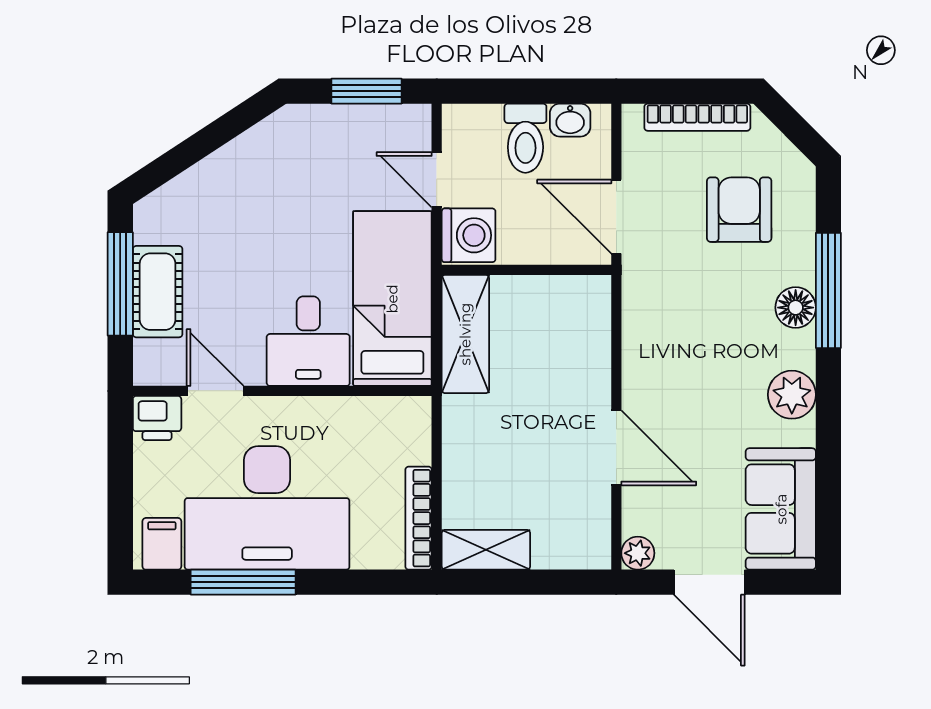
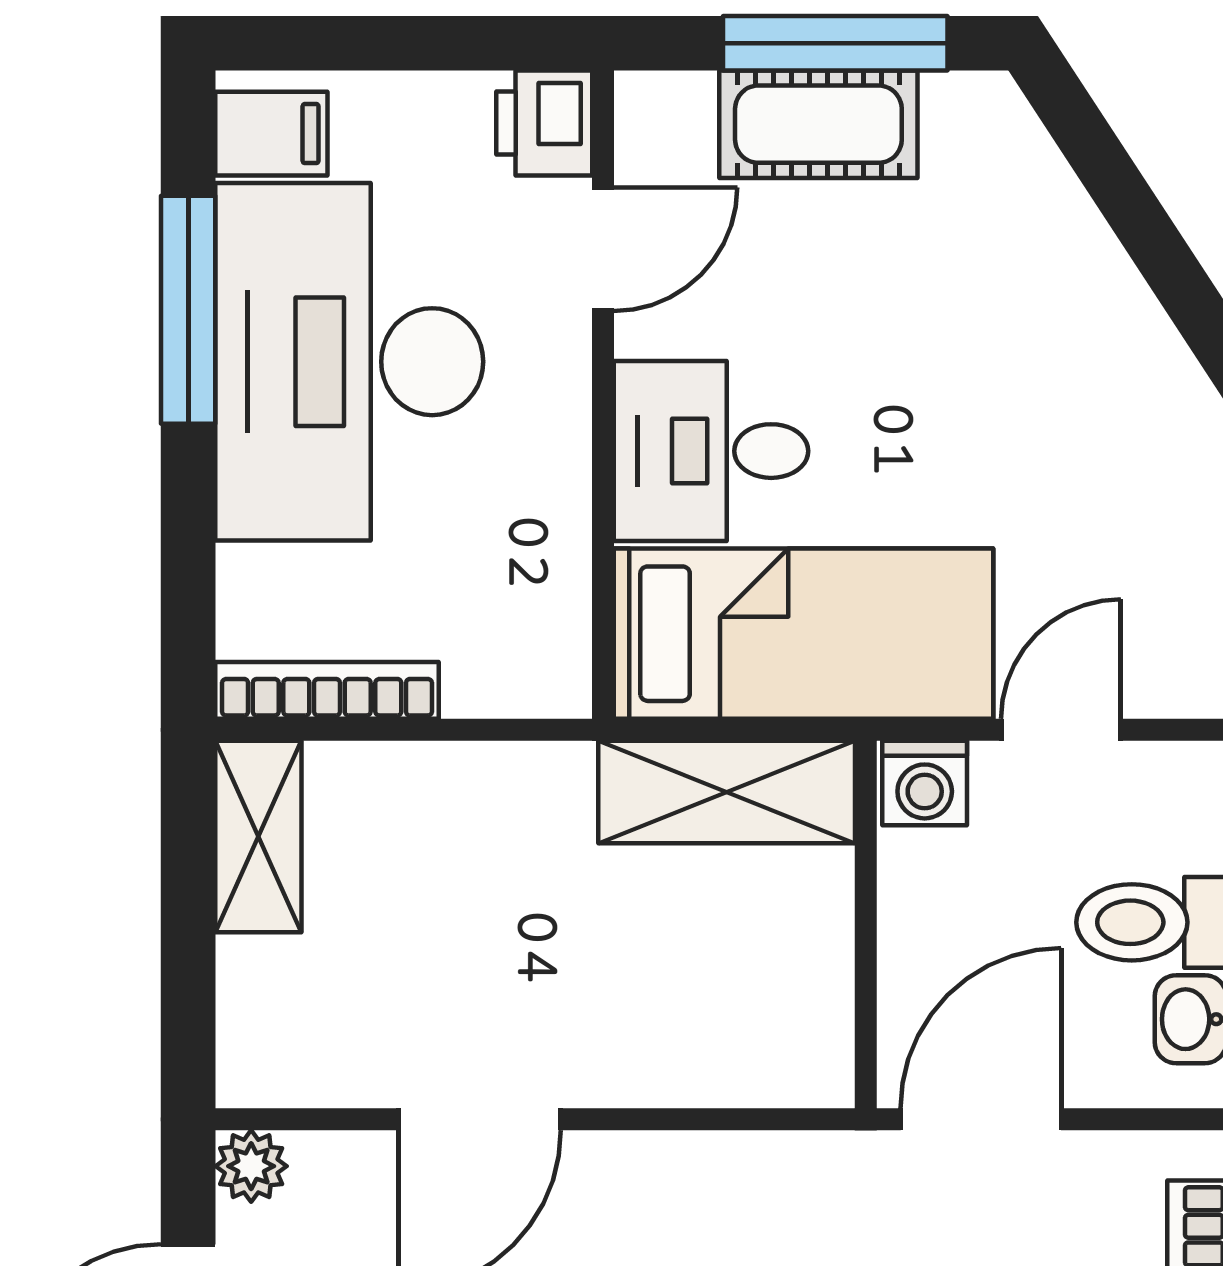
washing machine: (469, 235) -> (925, 783), width x0.73, depth x0.73

